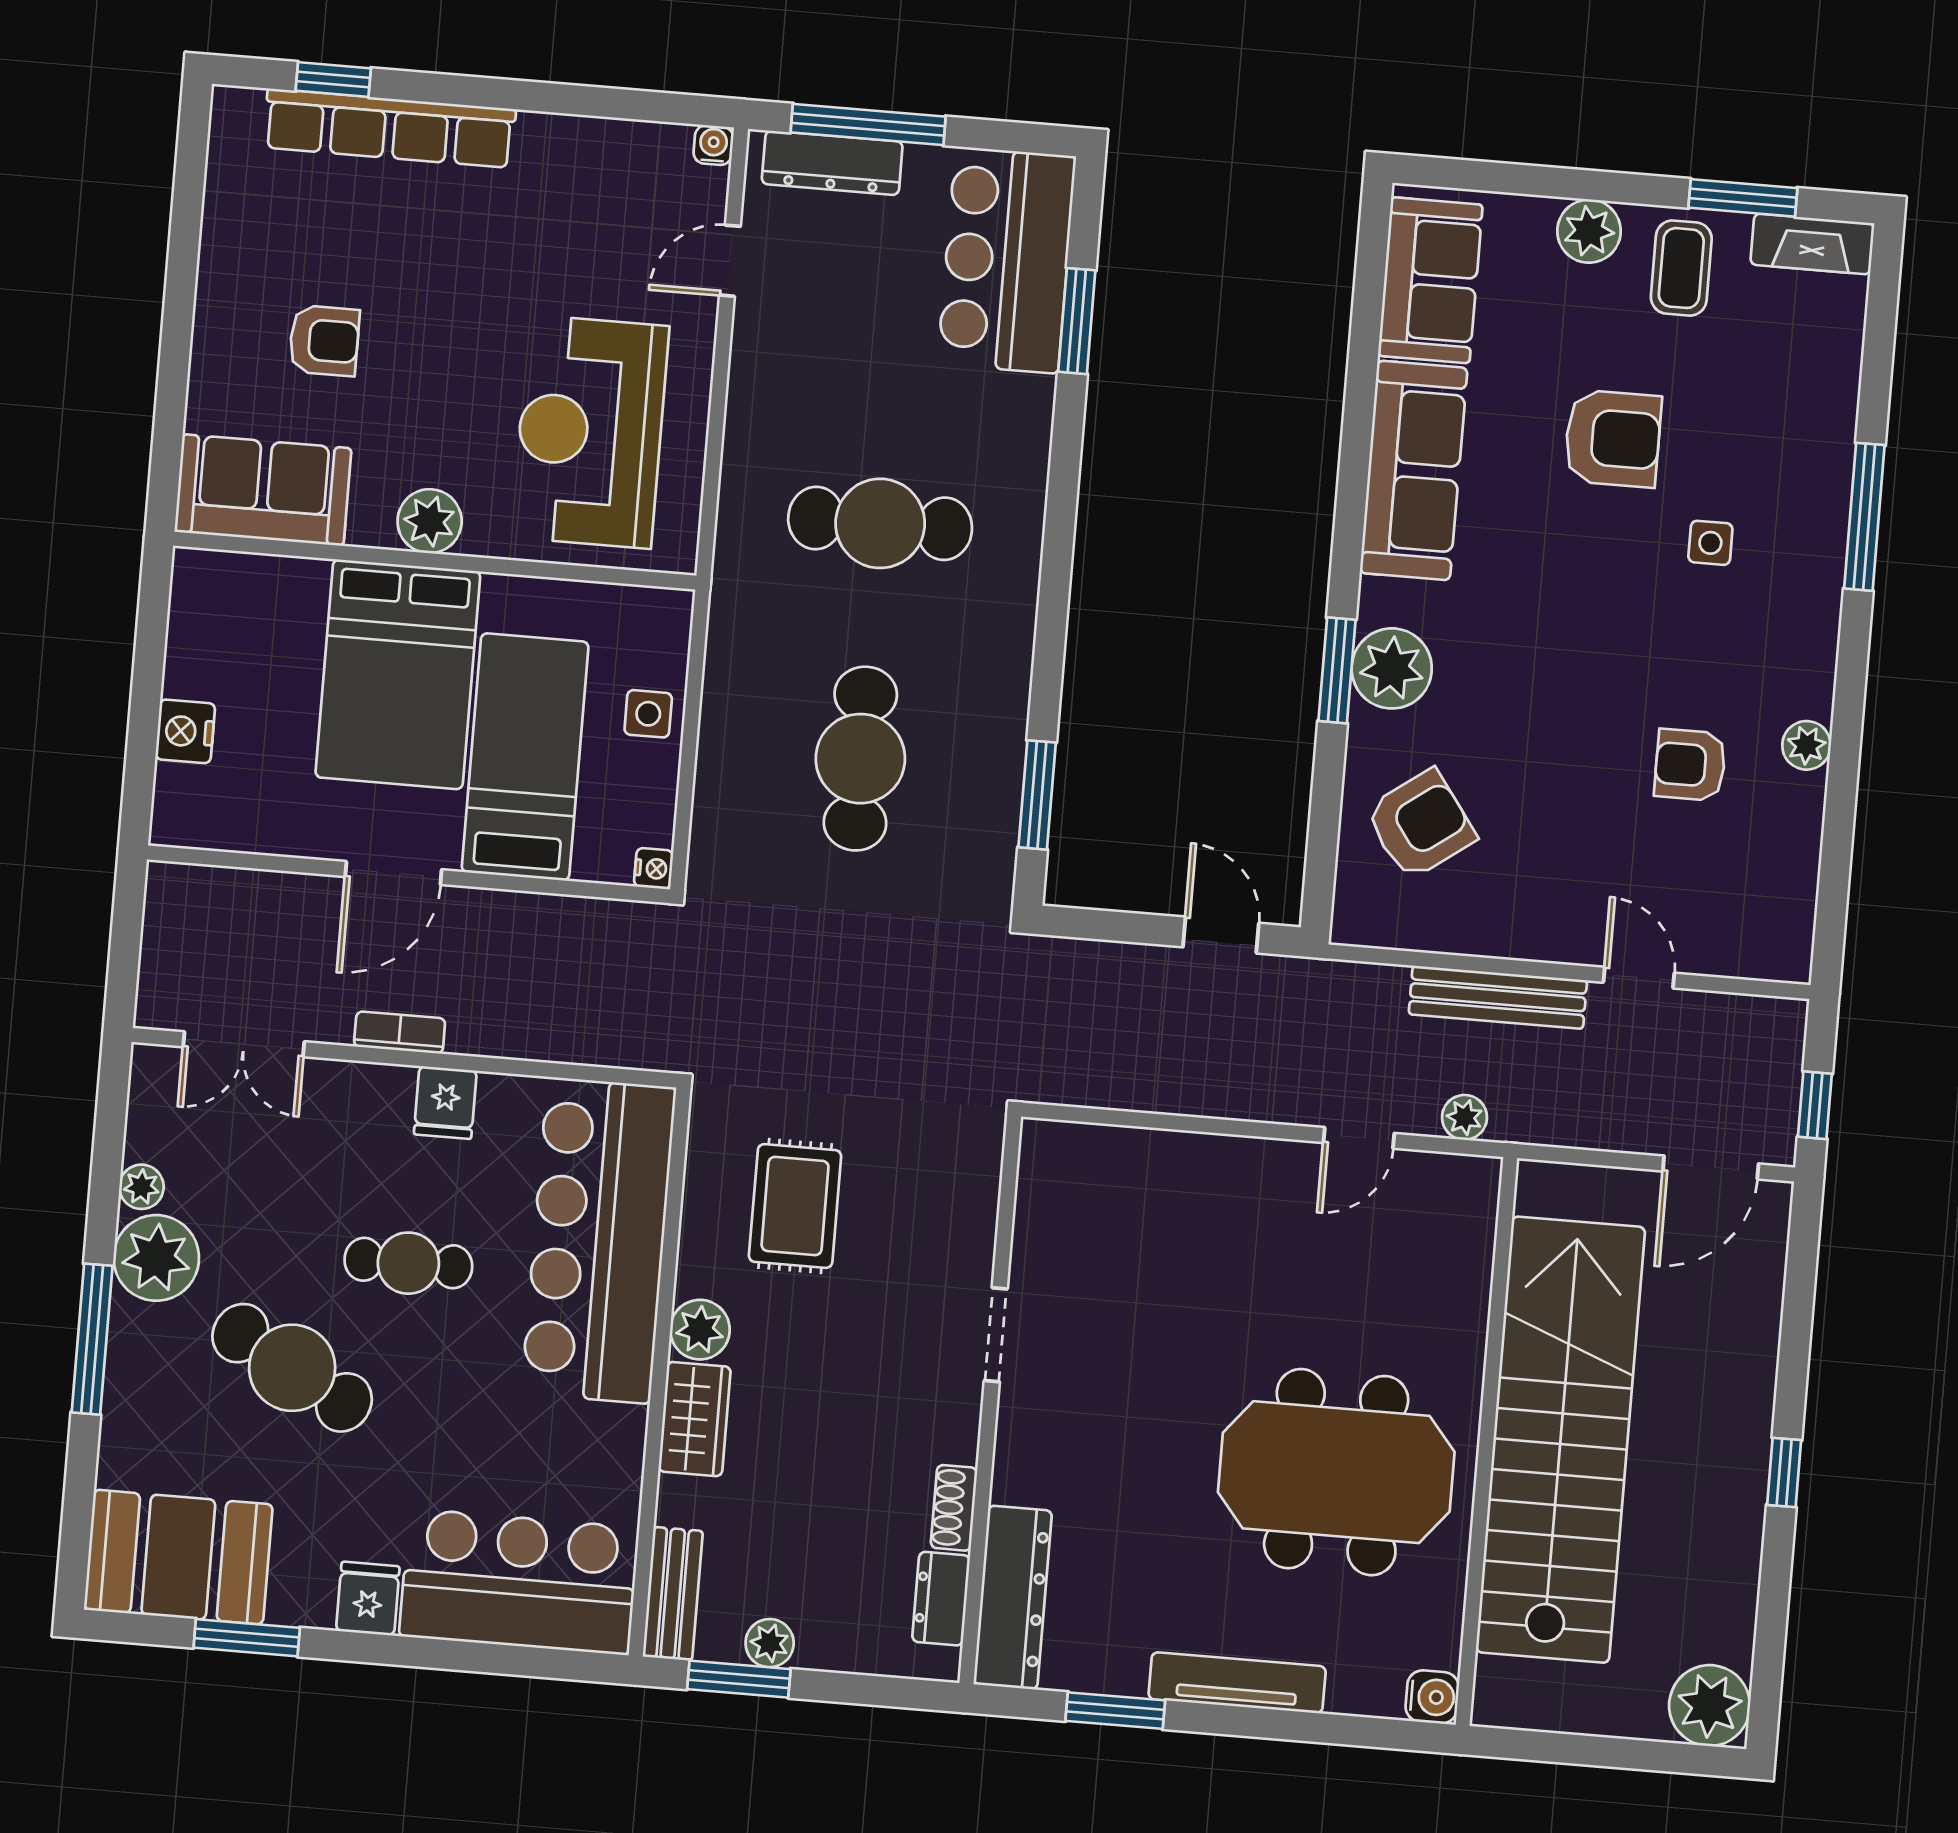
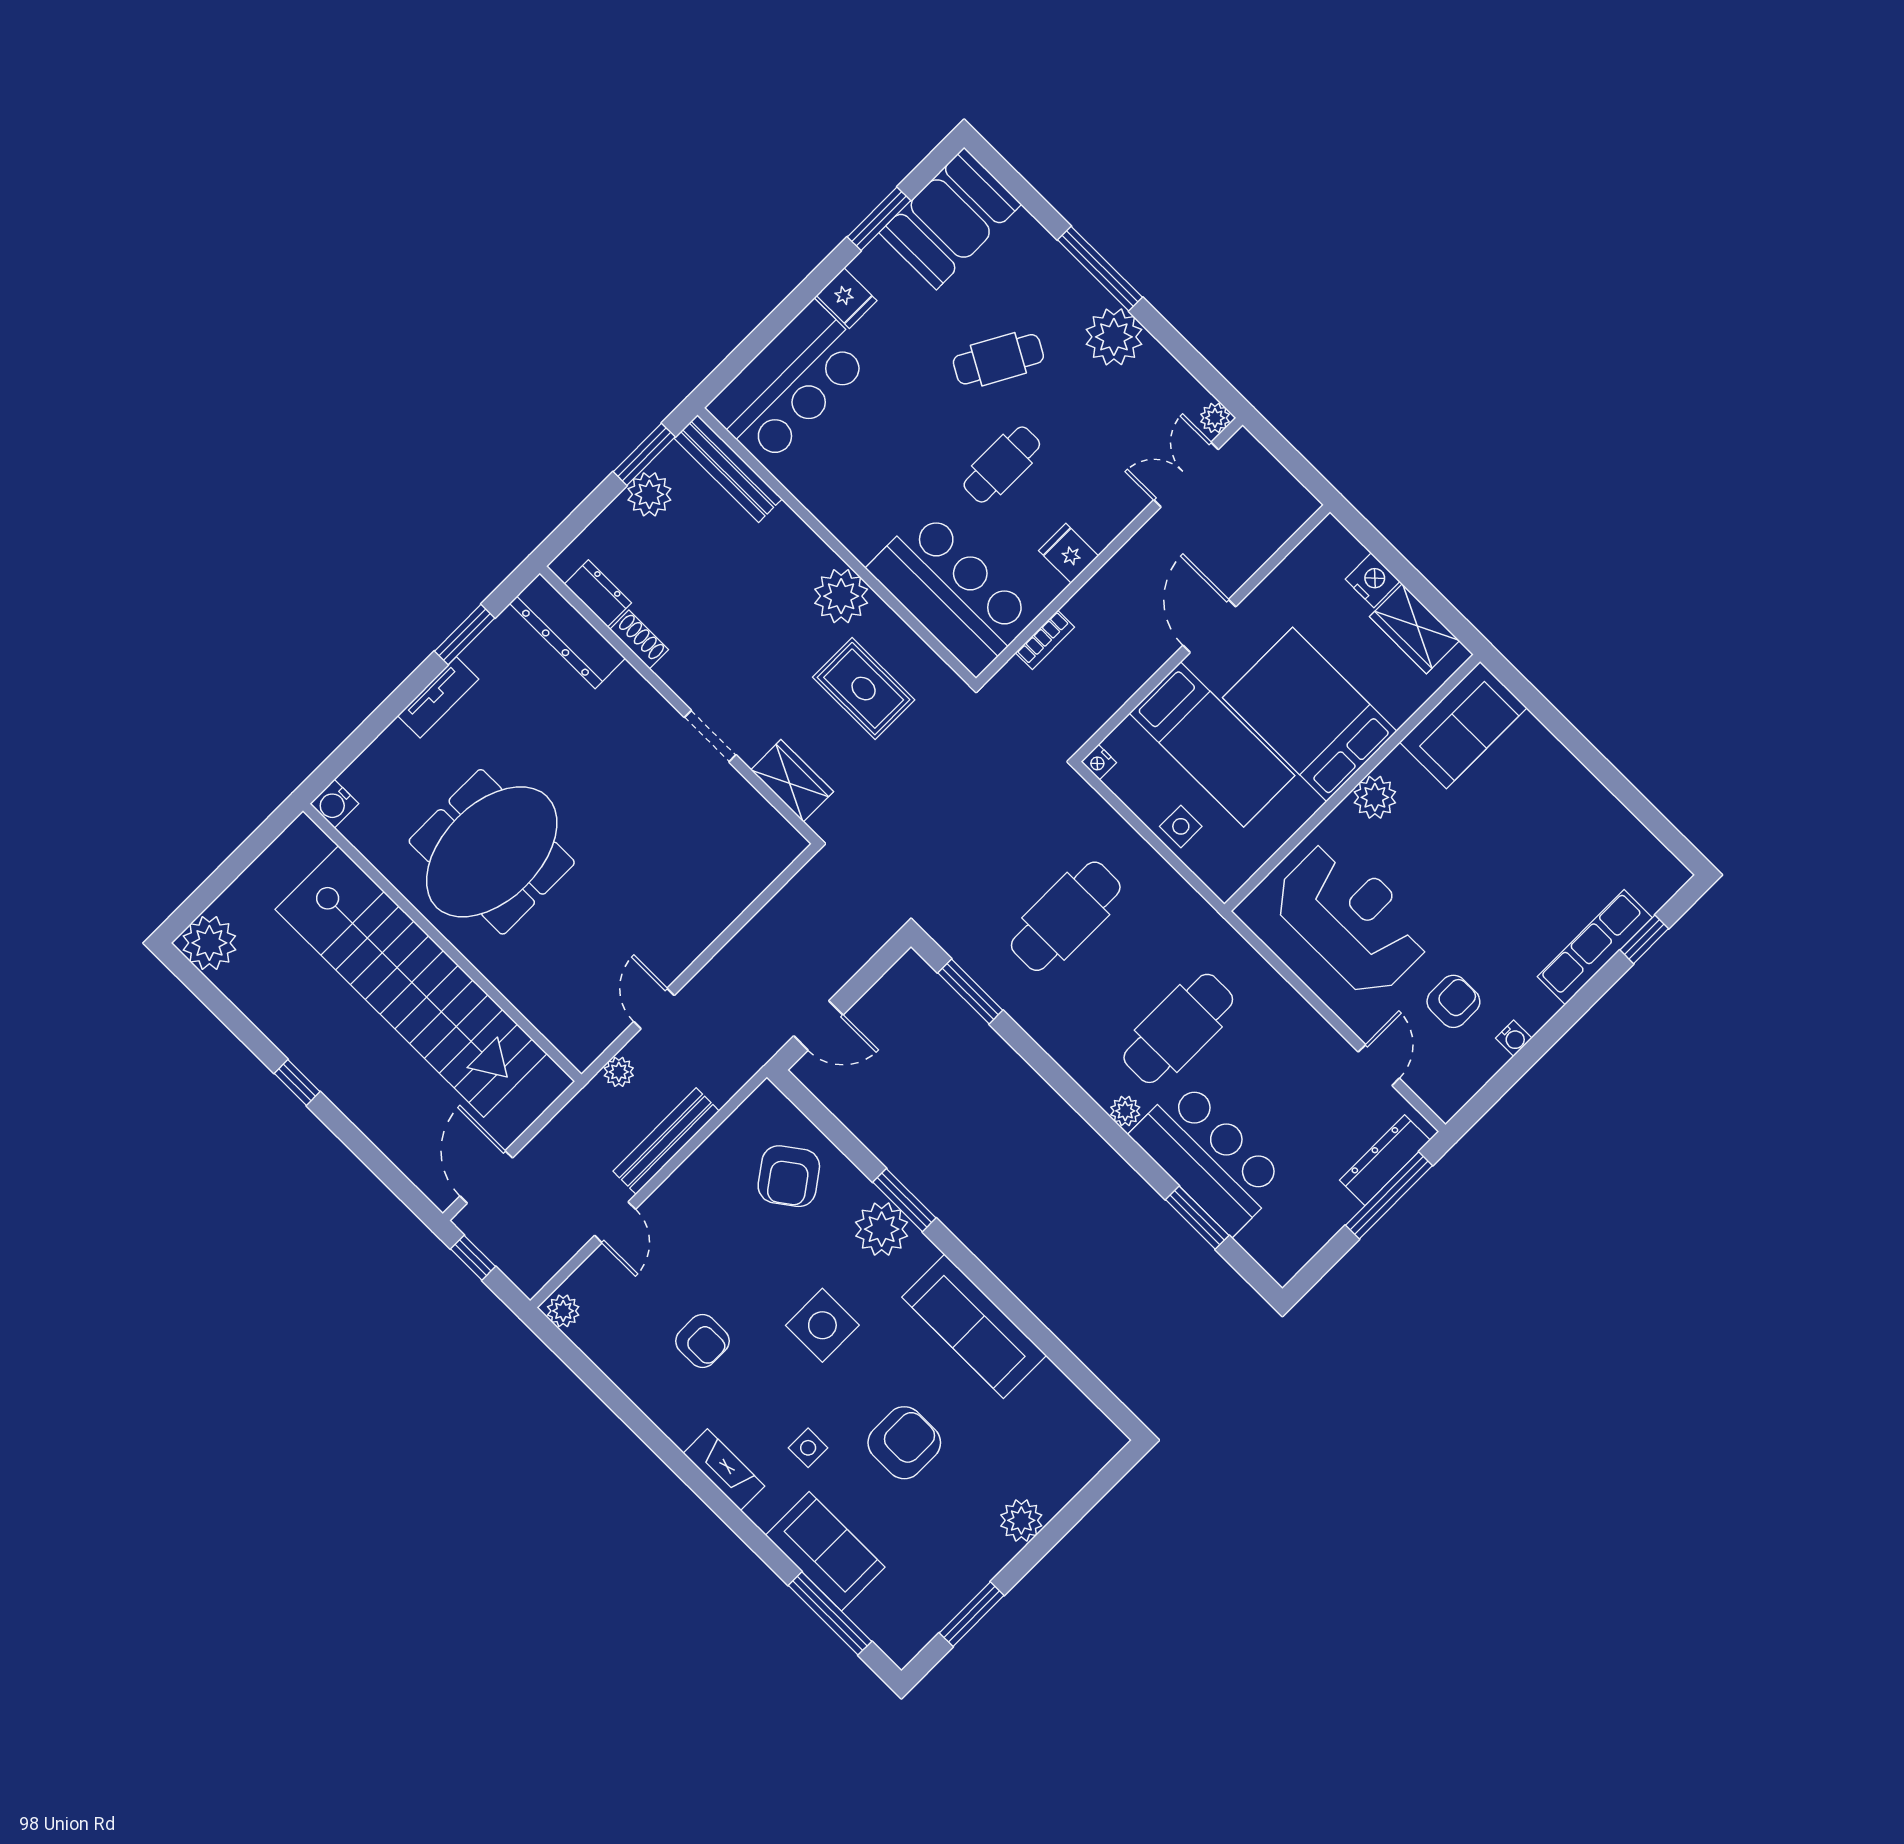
row of seats: (389, 128) -> (1595, 947), width x0.73
water cooler: (713, 145) -> (1514, 1038), moved
fireplace: (1812, 244) -> (724, 1470), moved, turned 90
bar counter: (1007, 260) -> (1208, 1157), moved
coffee table: (1681, 268) -> (962, 1552), removed
sofa: (1430, 280) -> (825, 1551), moved, turned 180
armchair: (324, 341) -> (1453, 1001), moved, turned 180
armchair: (1613, 439) -> (904, 1443), turned 180
plant: (1025, 505) -> (1125, 1111), added
window: (1864, 517) -> (830, 1613), moved
wardrobe: (200, 638) -> (1414, 629), added
side table: (1558, 644) -> (822, 1325), added
plant: (1806, 745) -> (563, 1311), moved
cafe table: (860, 759) -> (1066, 916), turned 90
armchair: (1690, 765) -> (702, 1341), turned 90
door: (1639, 978) -> (615, 1222), hinge flipped
bookcase: (400, 1033) -> (1045, 640), moved
plant: (141, 1187) -> (1215, 418), moved
bar counter: (599, 1240) -> (951, 593), width x0.73
plant: (700, 1330) -> (841, 596), width x1.36, depth x1.36
cafe table: (292, 1368) -> (998, 359), width x0.73, depth x0.74
wardrobe: (695, 1419) -> (792, 781), moved, turned 180
bench: (673, 1594) -> (728, 469), width x1.36
plant: (770, 1643) -> (649, 494), width x1.38, depth x1.38
tv unit: (1237, 1683) -> (438, 697), width x0.71

